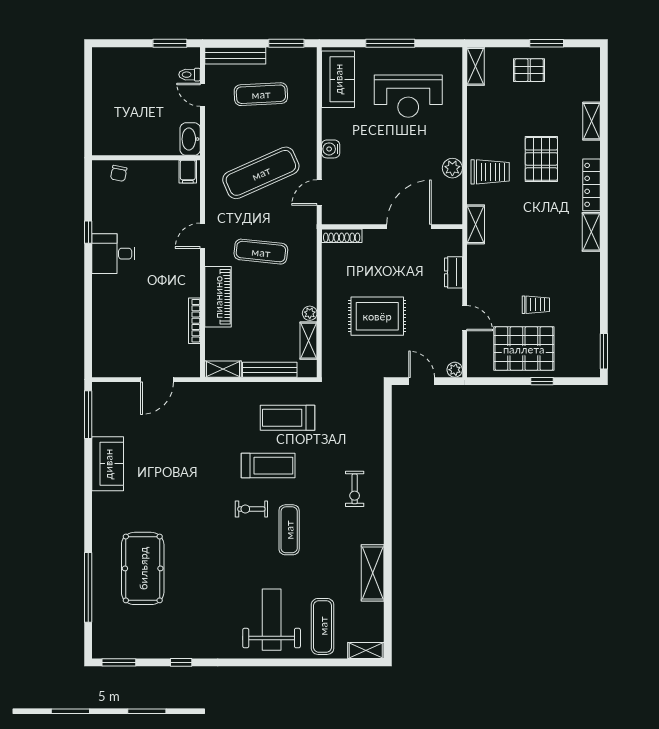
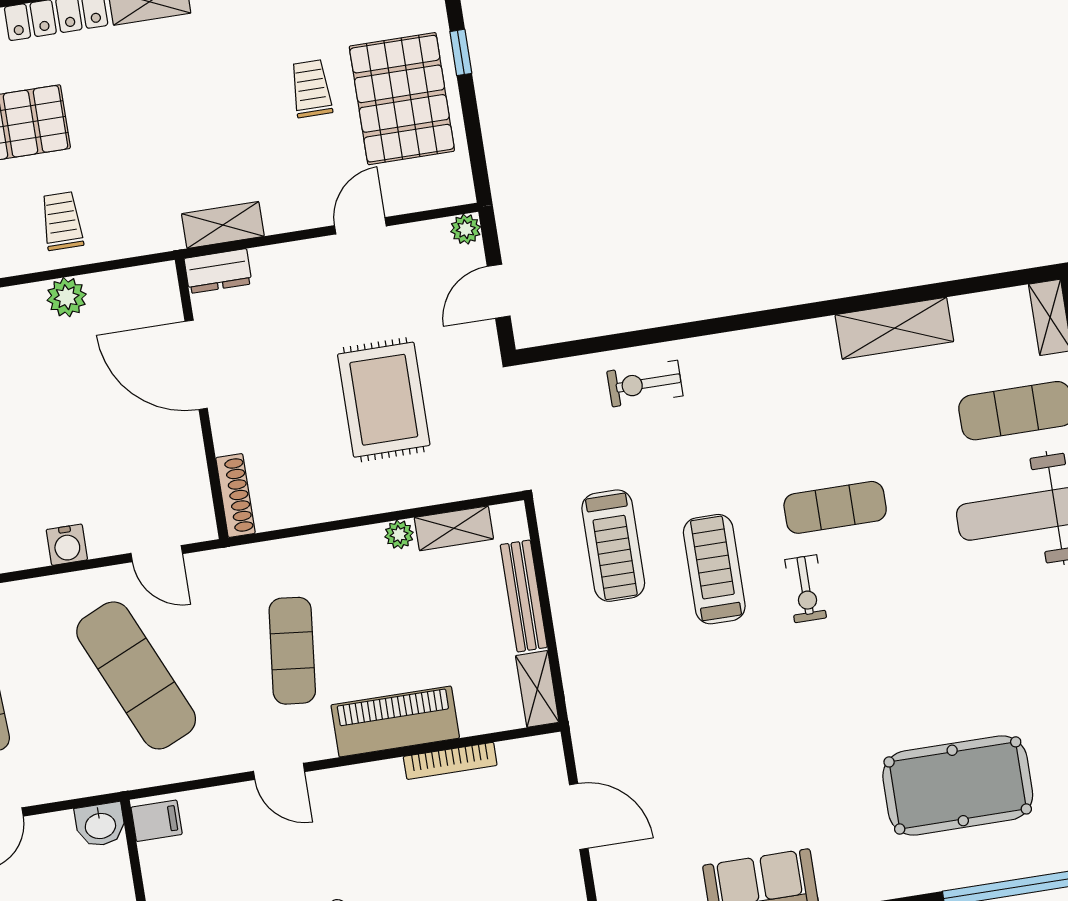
washbasin: (190, 139) -> (100, 825), width x0.72
trolley: (490, 172) -> (62, 221), width x0.73, depth x0.72
shelving: (476, 224) -> (223, 225), moved
dresser: (453, 272) -> (218, 271), moved
exercise bike: (355, 489) -> (645, 384), moved, turned 180

